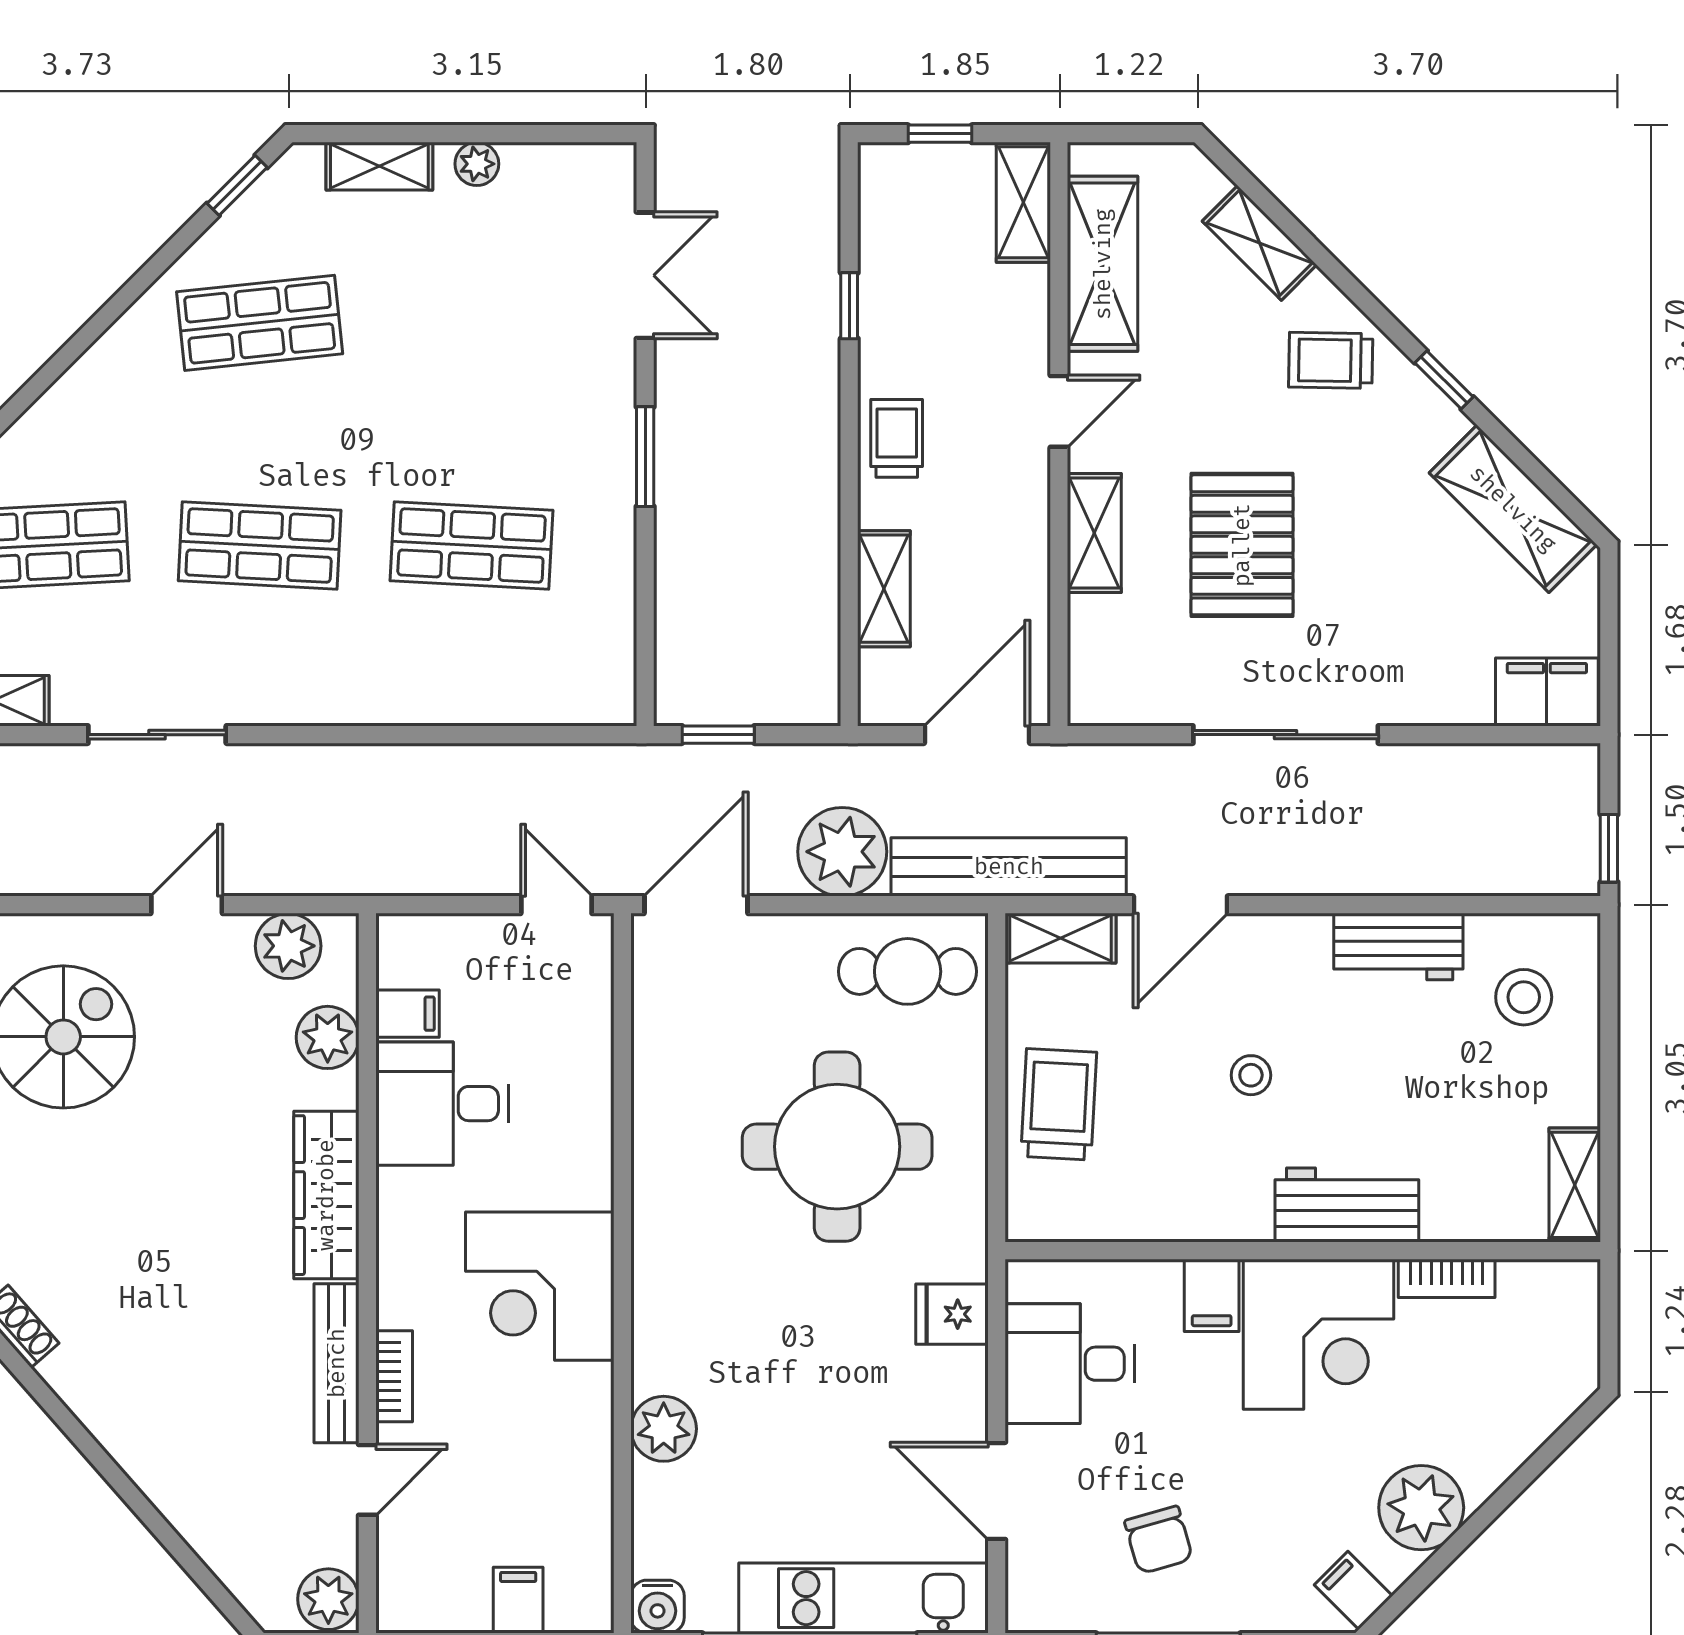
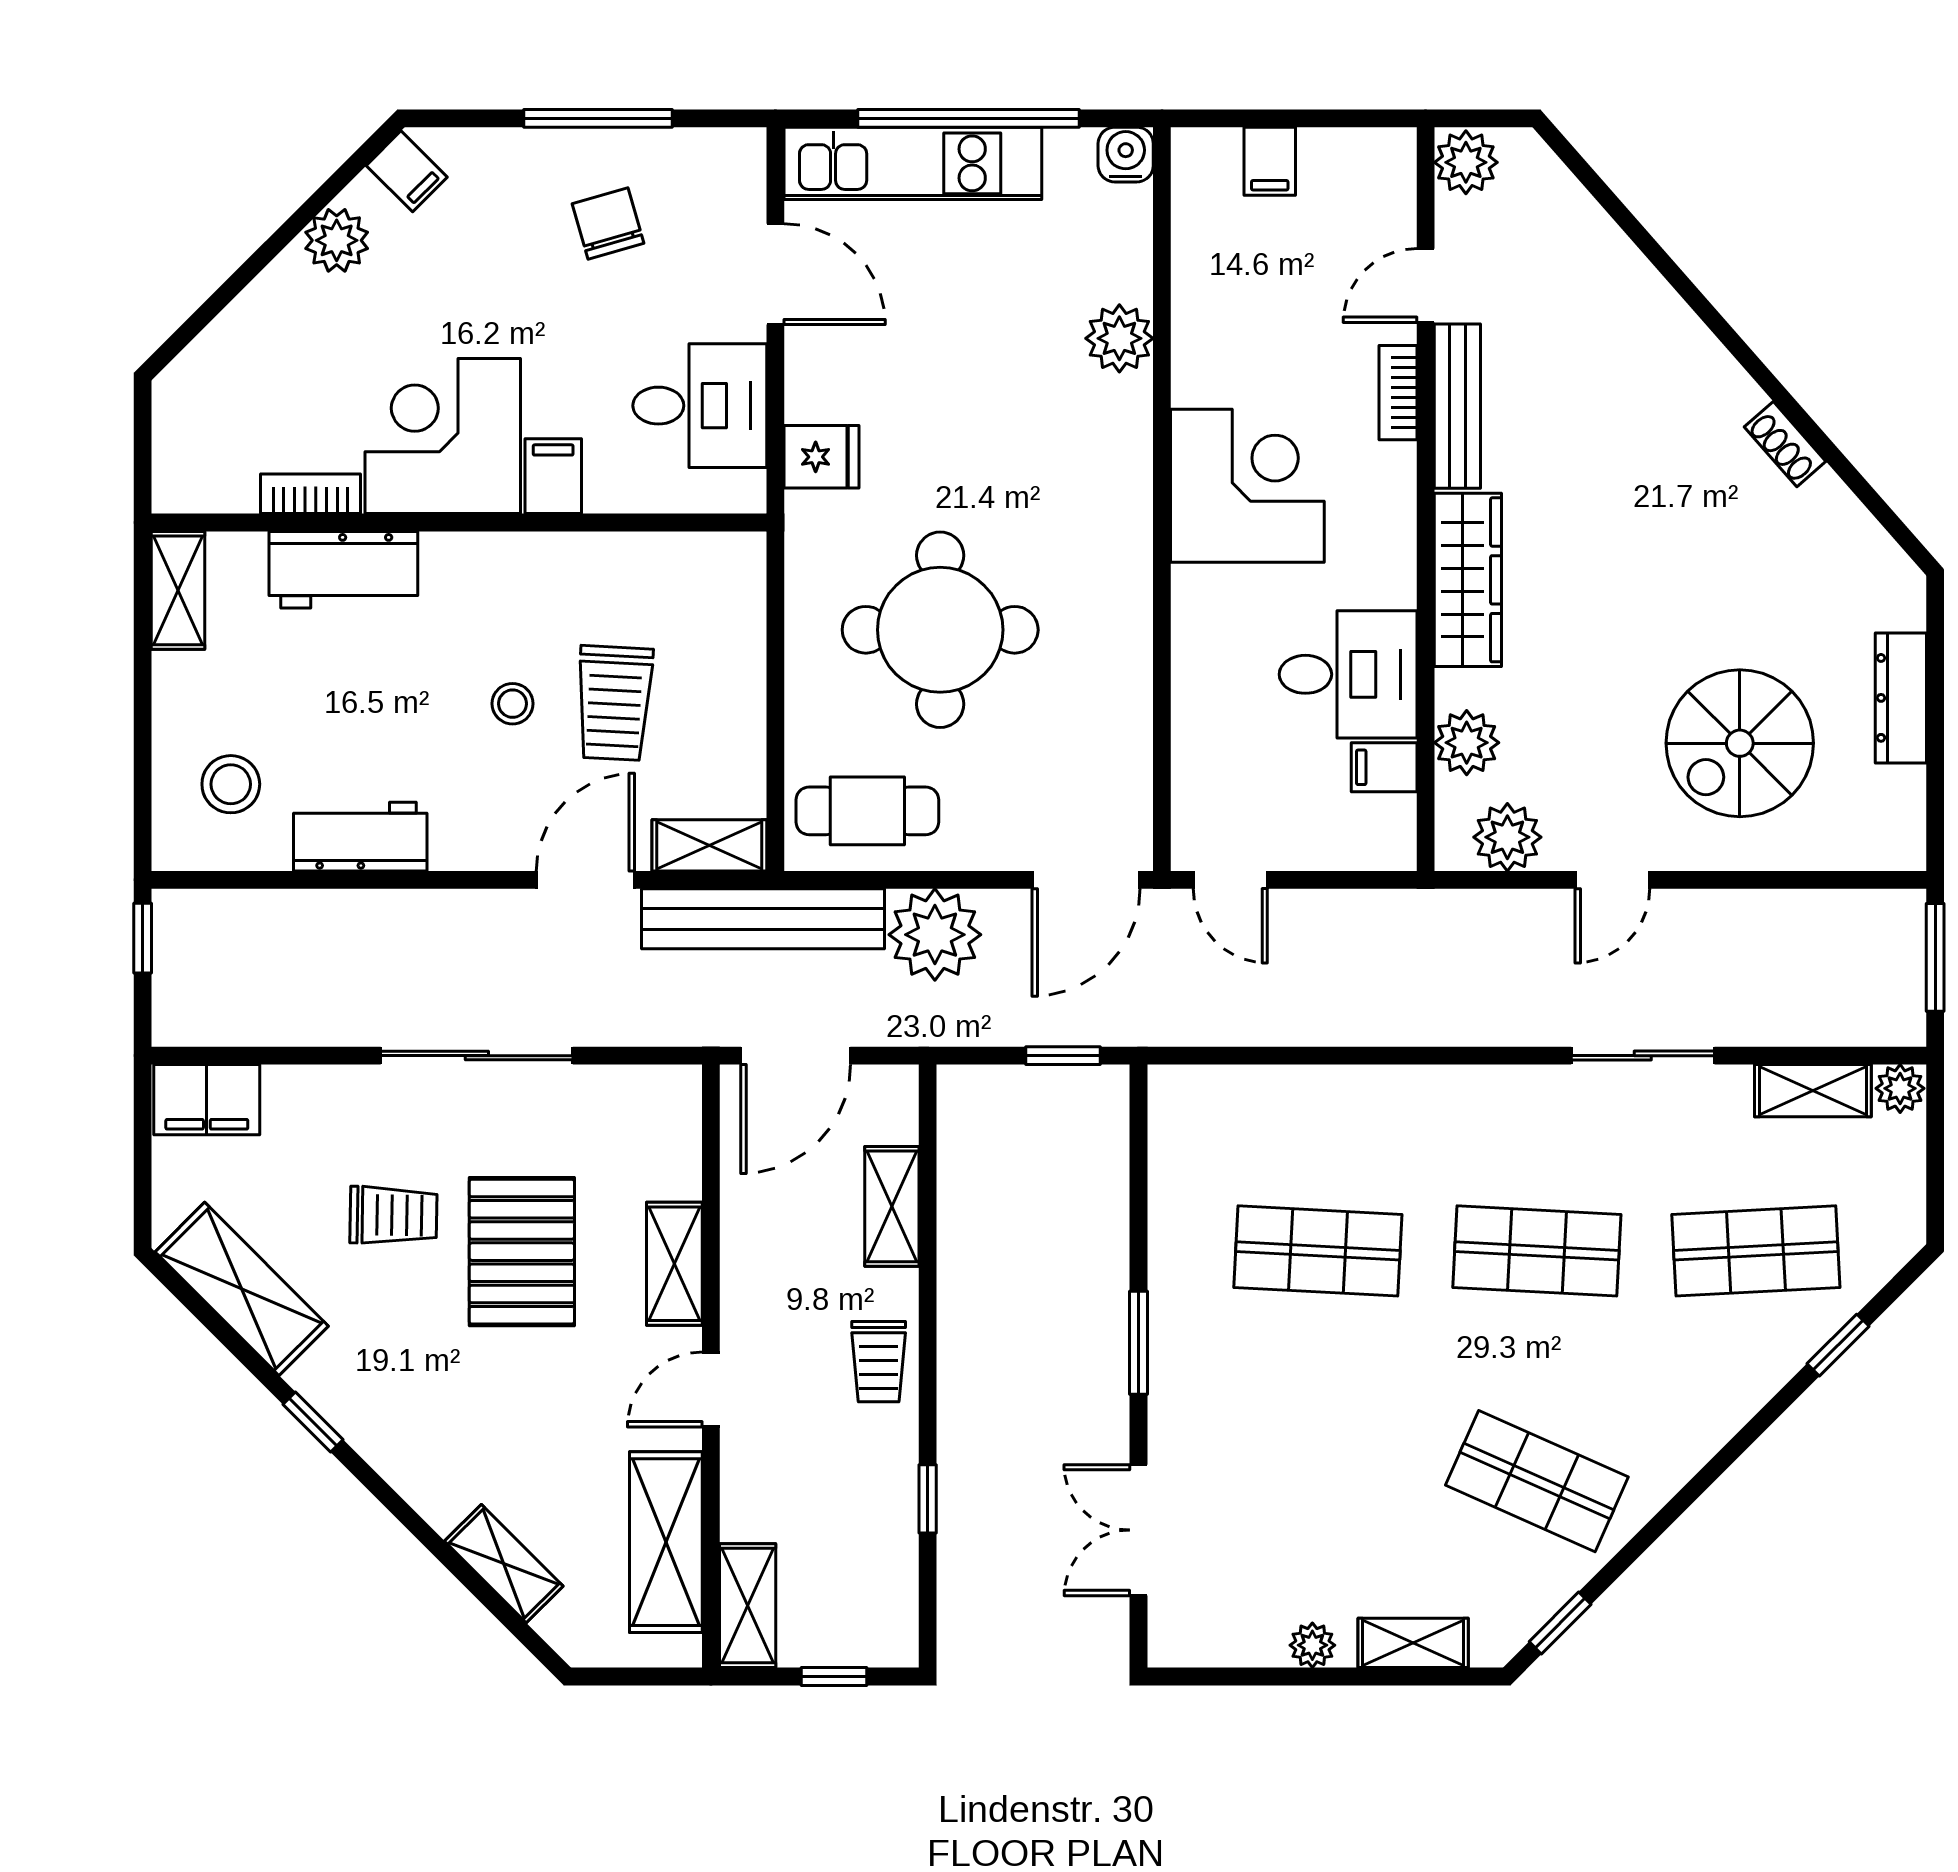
shop shelf: (260, 323) -> (1537, 1481), turned 30
trolley: (1331, 360) -> (393, 1215), moved
trolley: (1059, 1104) -> (614, 703), moved
workbench: (1347, 1205) -> (343, 570), moved
plant: (1421, 1508) -> (337, 240), width x0.73, depth x0.73

